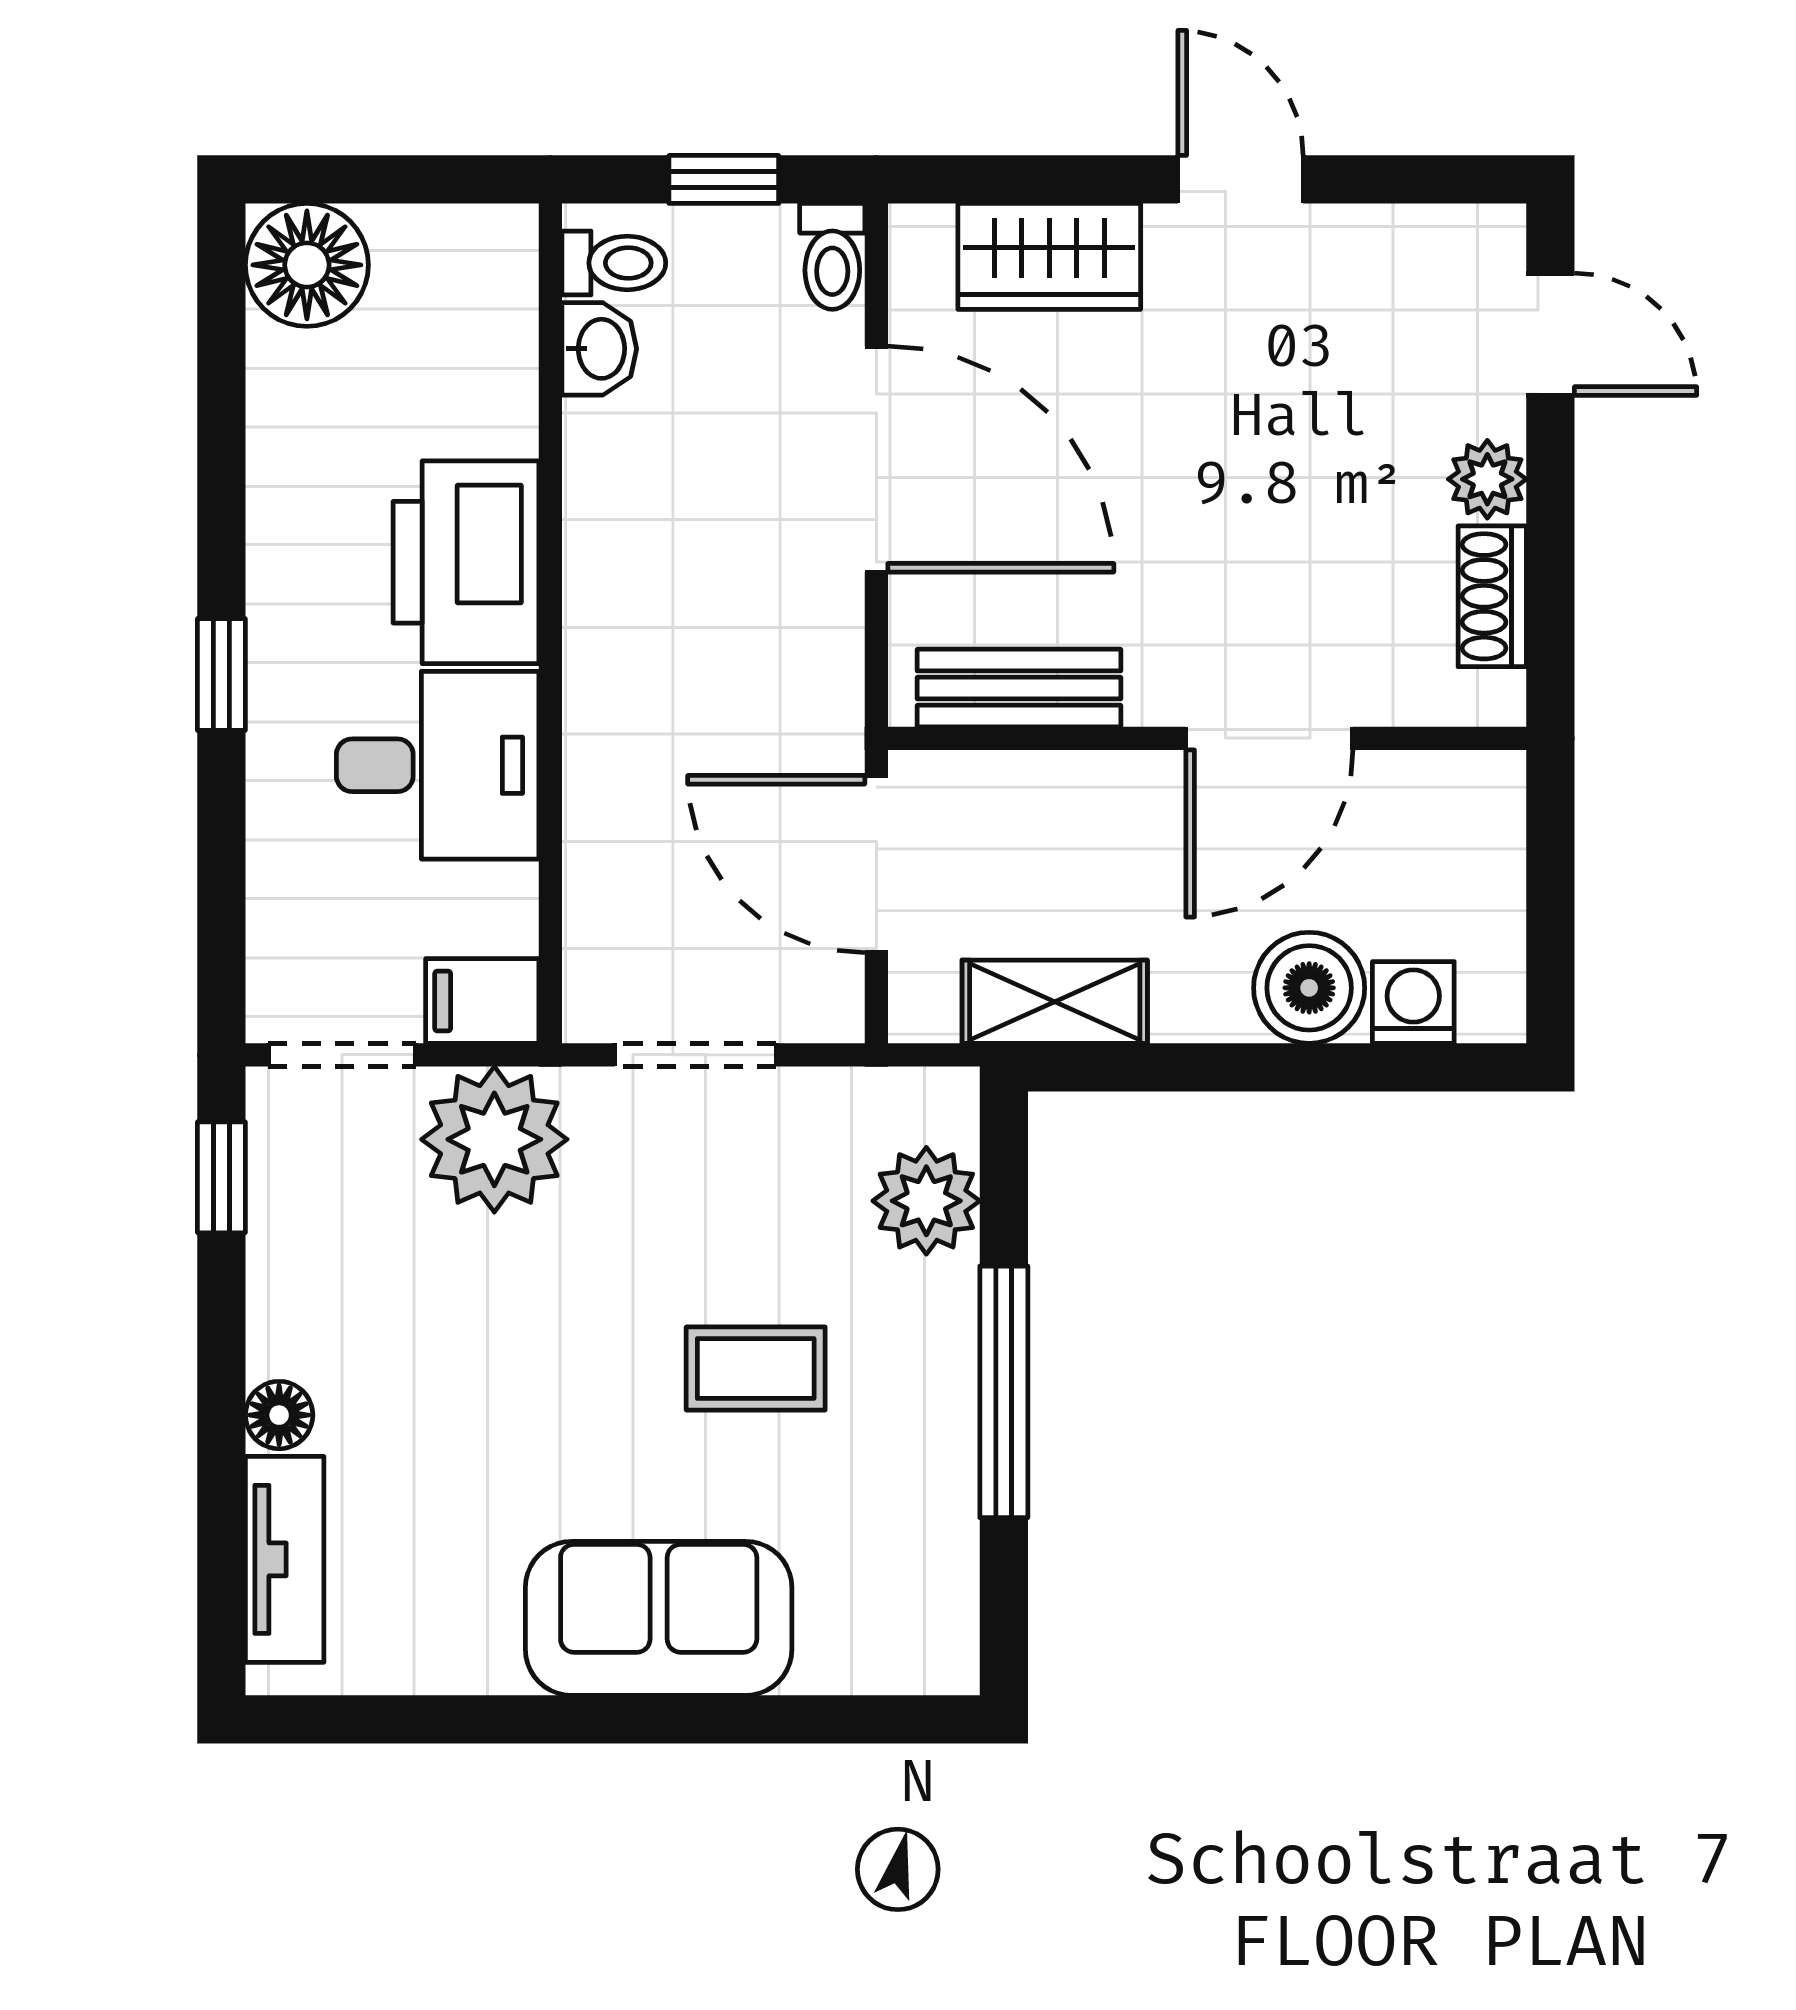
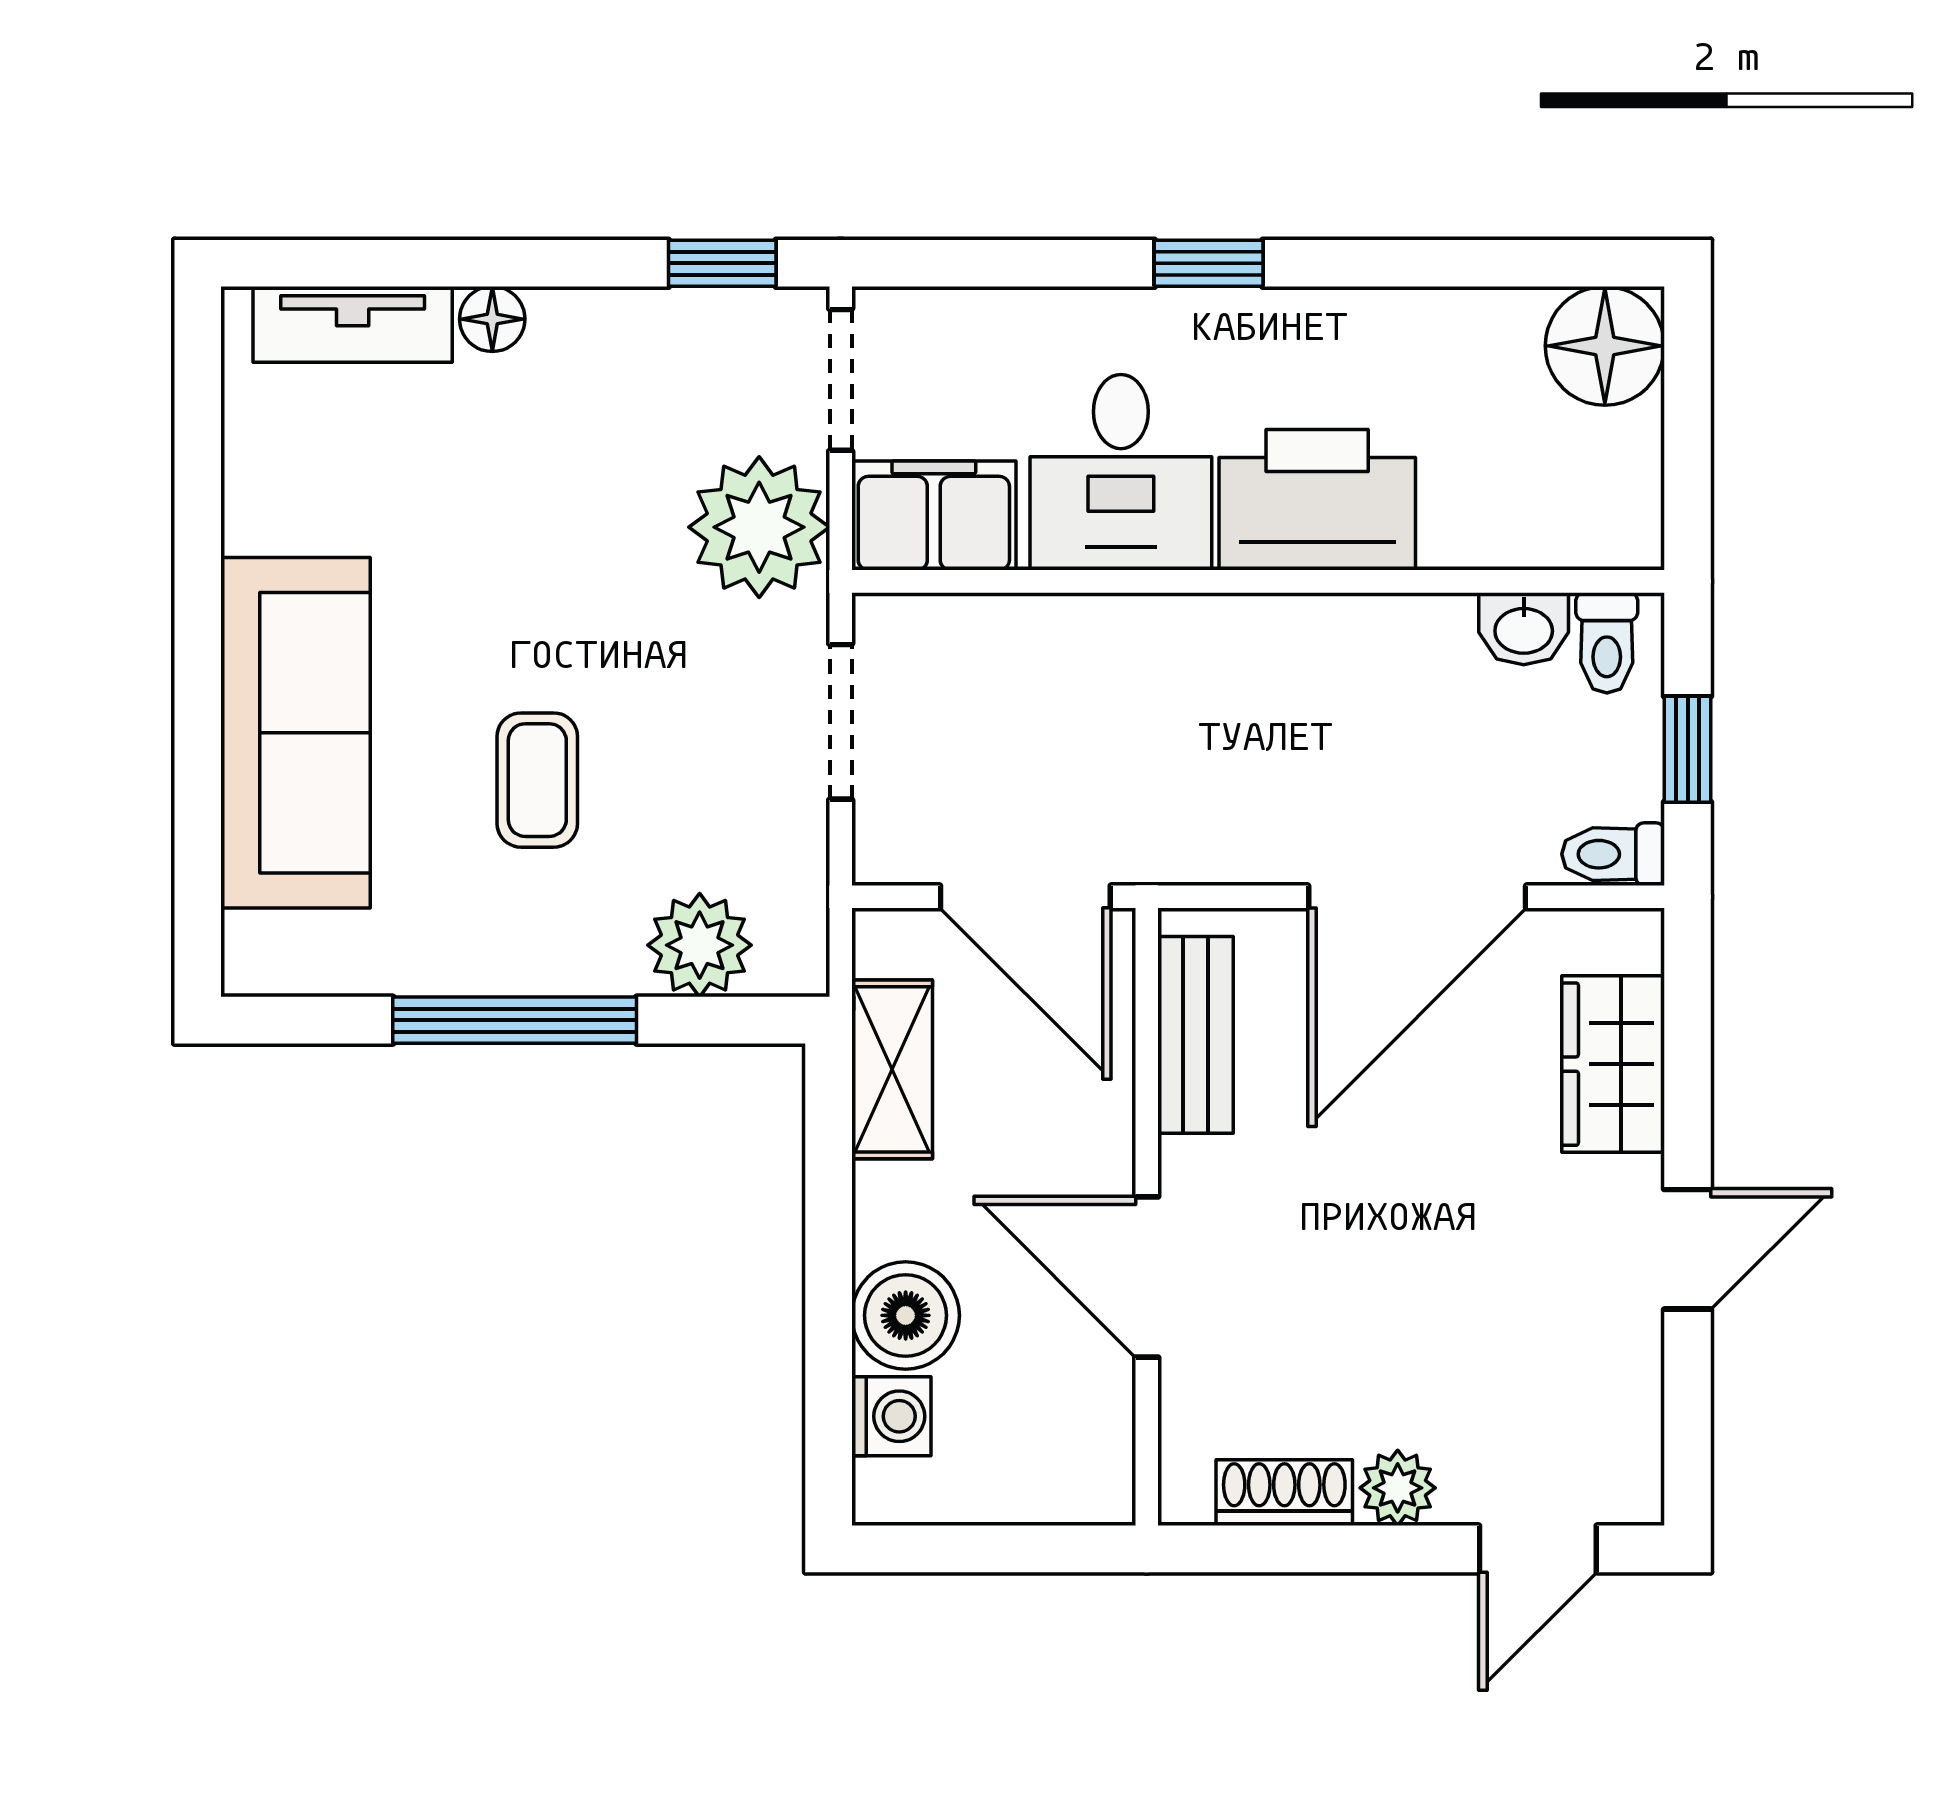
door: (876, 864) -> (1025, 897), swing flipped
filing cabinet: (482, 1001) -> (934, 516), width x2.00
sofa: (659, 1618) -> (296, 733), width x1.36

